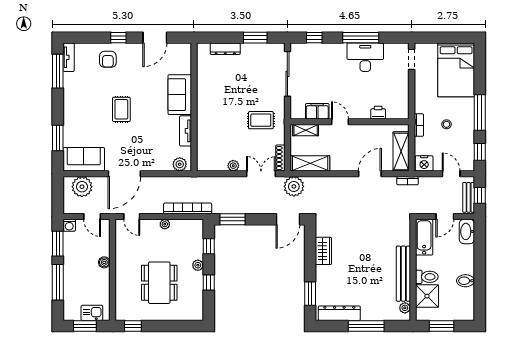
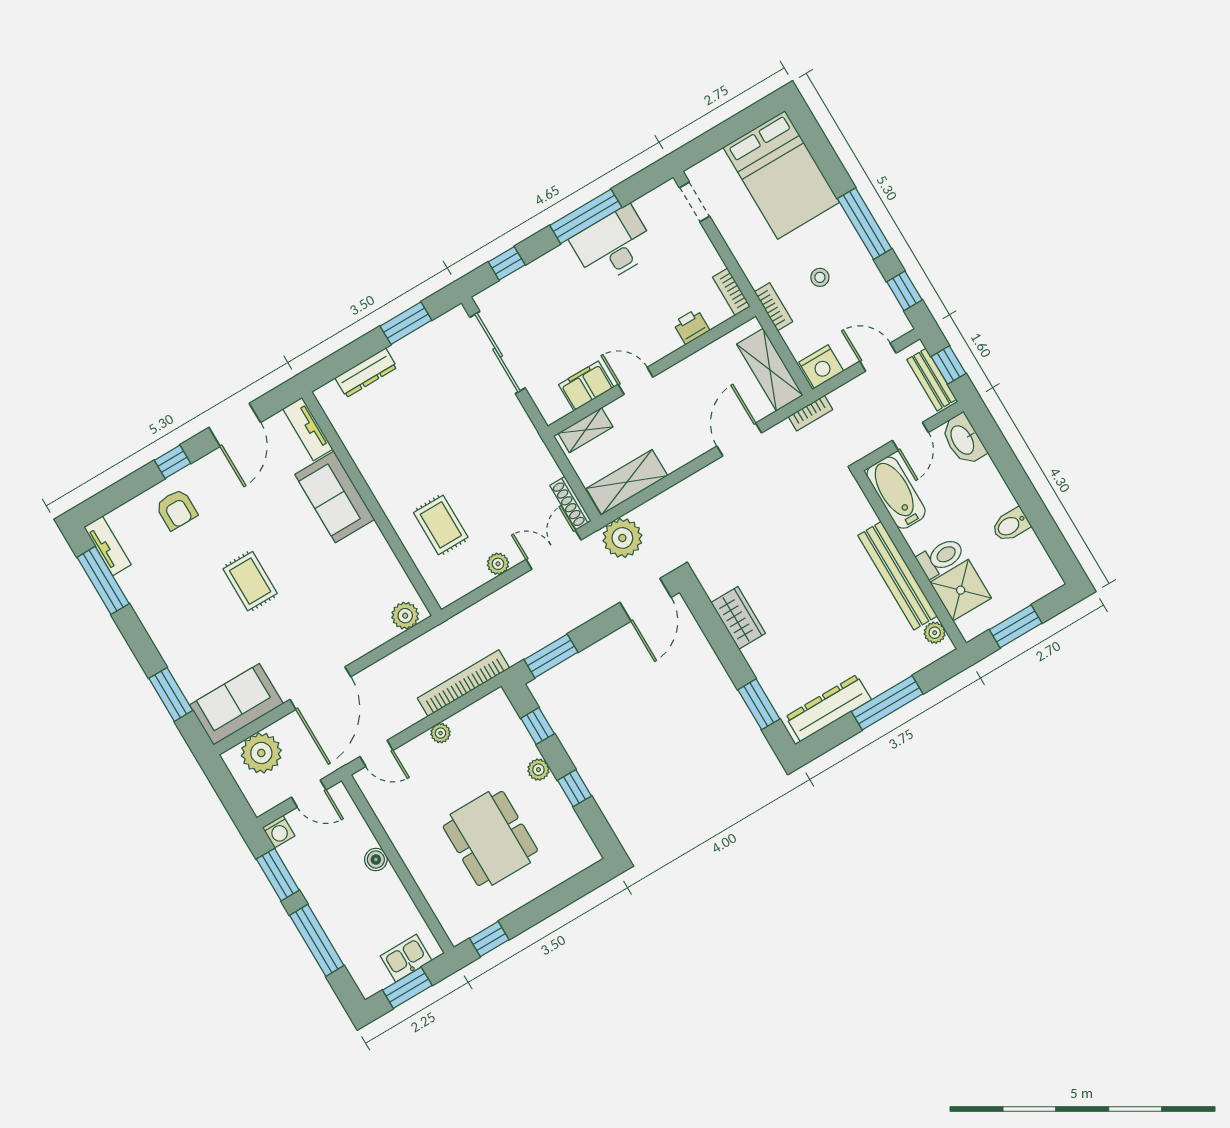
bookcase: (404, 108) -> (731, 292), added
rug: (261, 120) -> (441, 525), moved, turned 90
tv unit: (186, 131) -> (308, 429), moved

